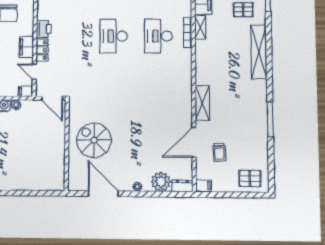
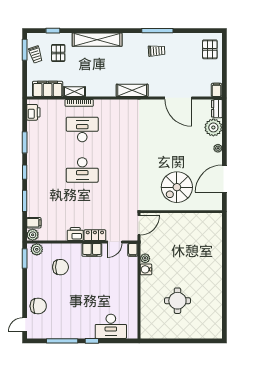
desk: (158, 36) -> (82, 129), turned 180
shelving: (202, 103) -> (132, 90), moved
trolley: (219, 152) -> (157, 51), moved

